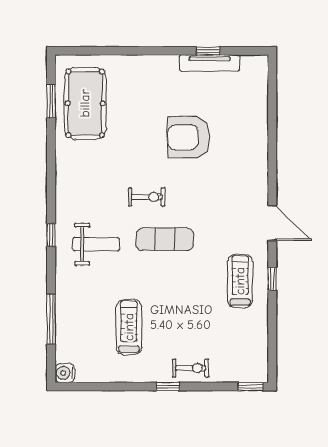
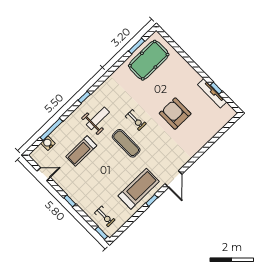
weight bench: (96, 244) -> (98, 118), turned -90
treadmill: (240, 281) -> (139, 189), width x1.37, depth x1.38
treadmill: (129, 327) -> (81, 151), moved, turned 180
exercise bike: (191, 368) -> (105, 216), moved
water cooler: (65, 373) -> (48, 143), moved
door: (100, 386) -> (44, 174), added

